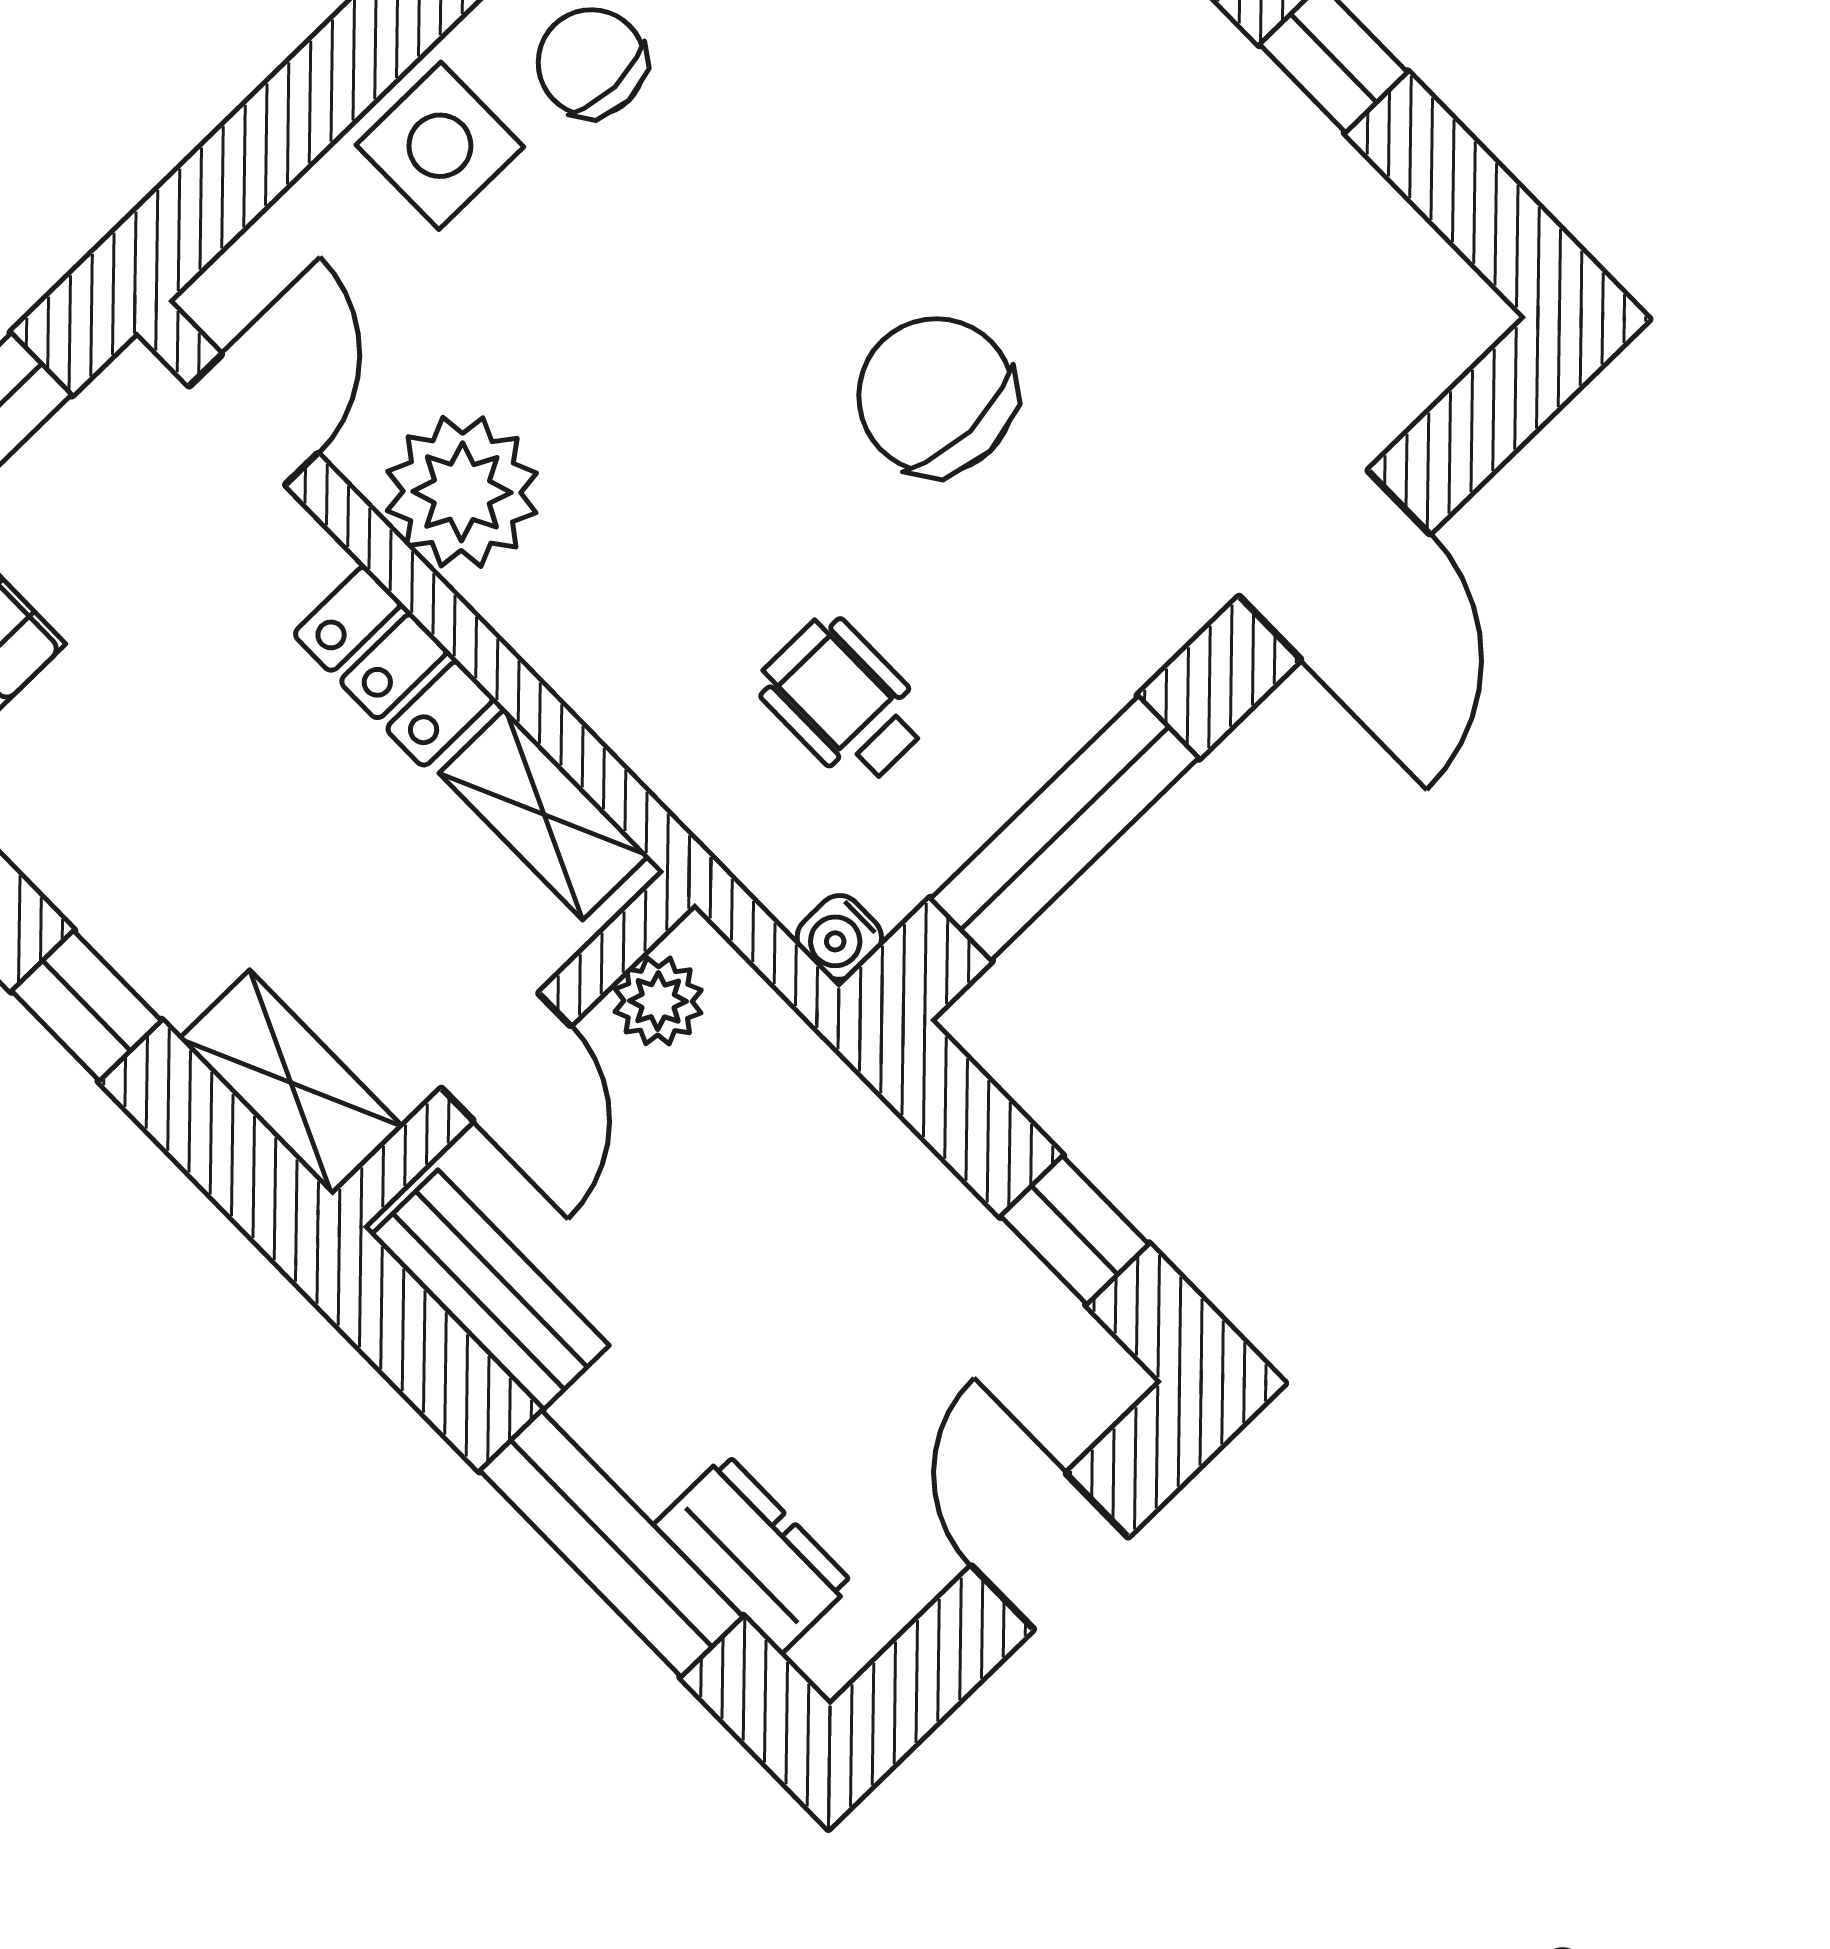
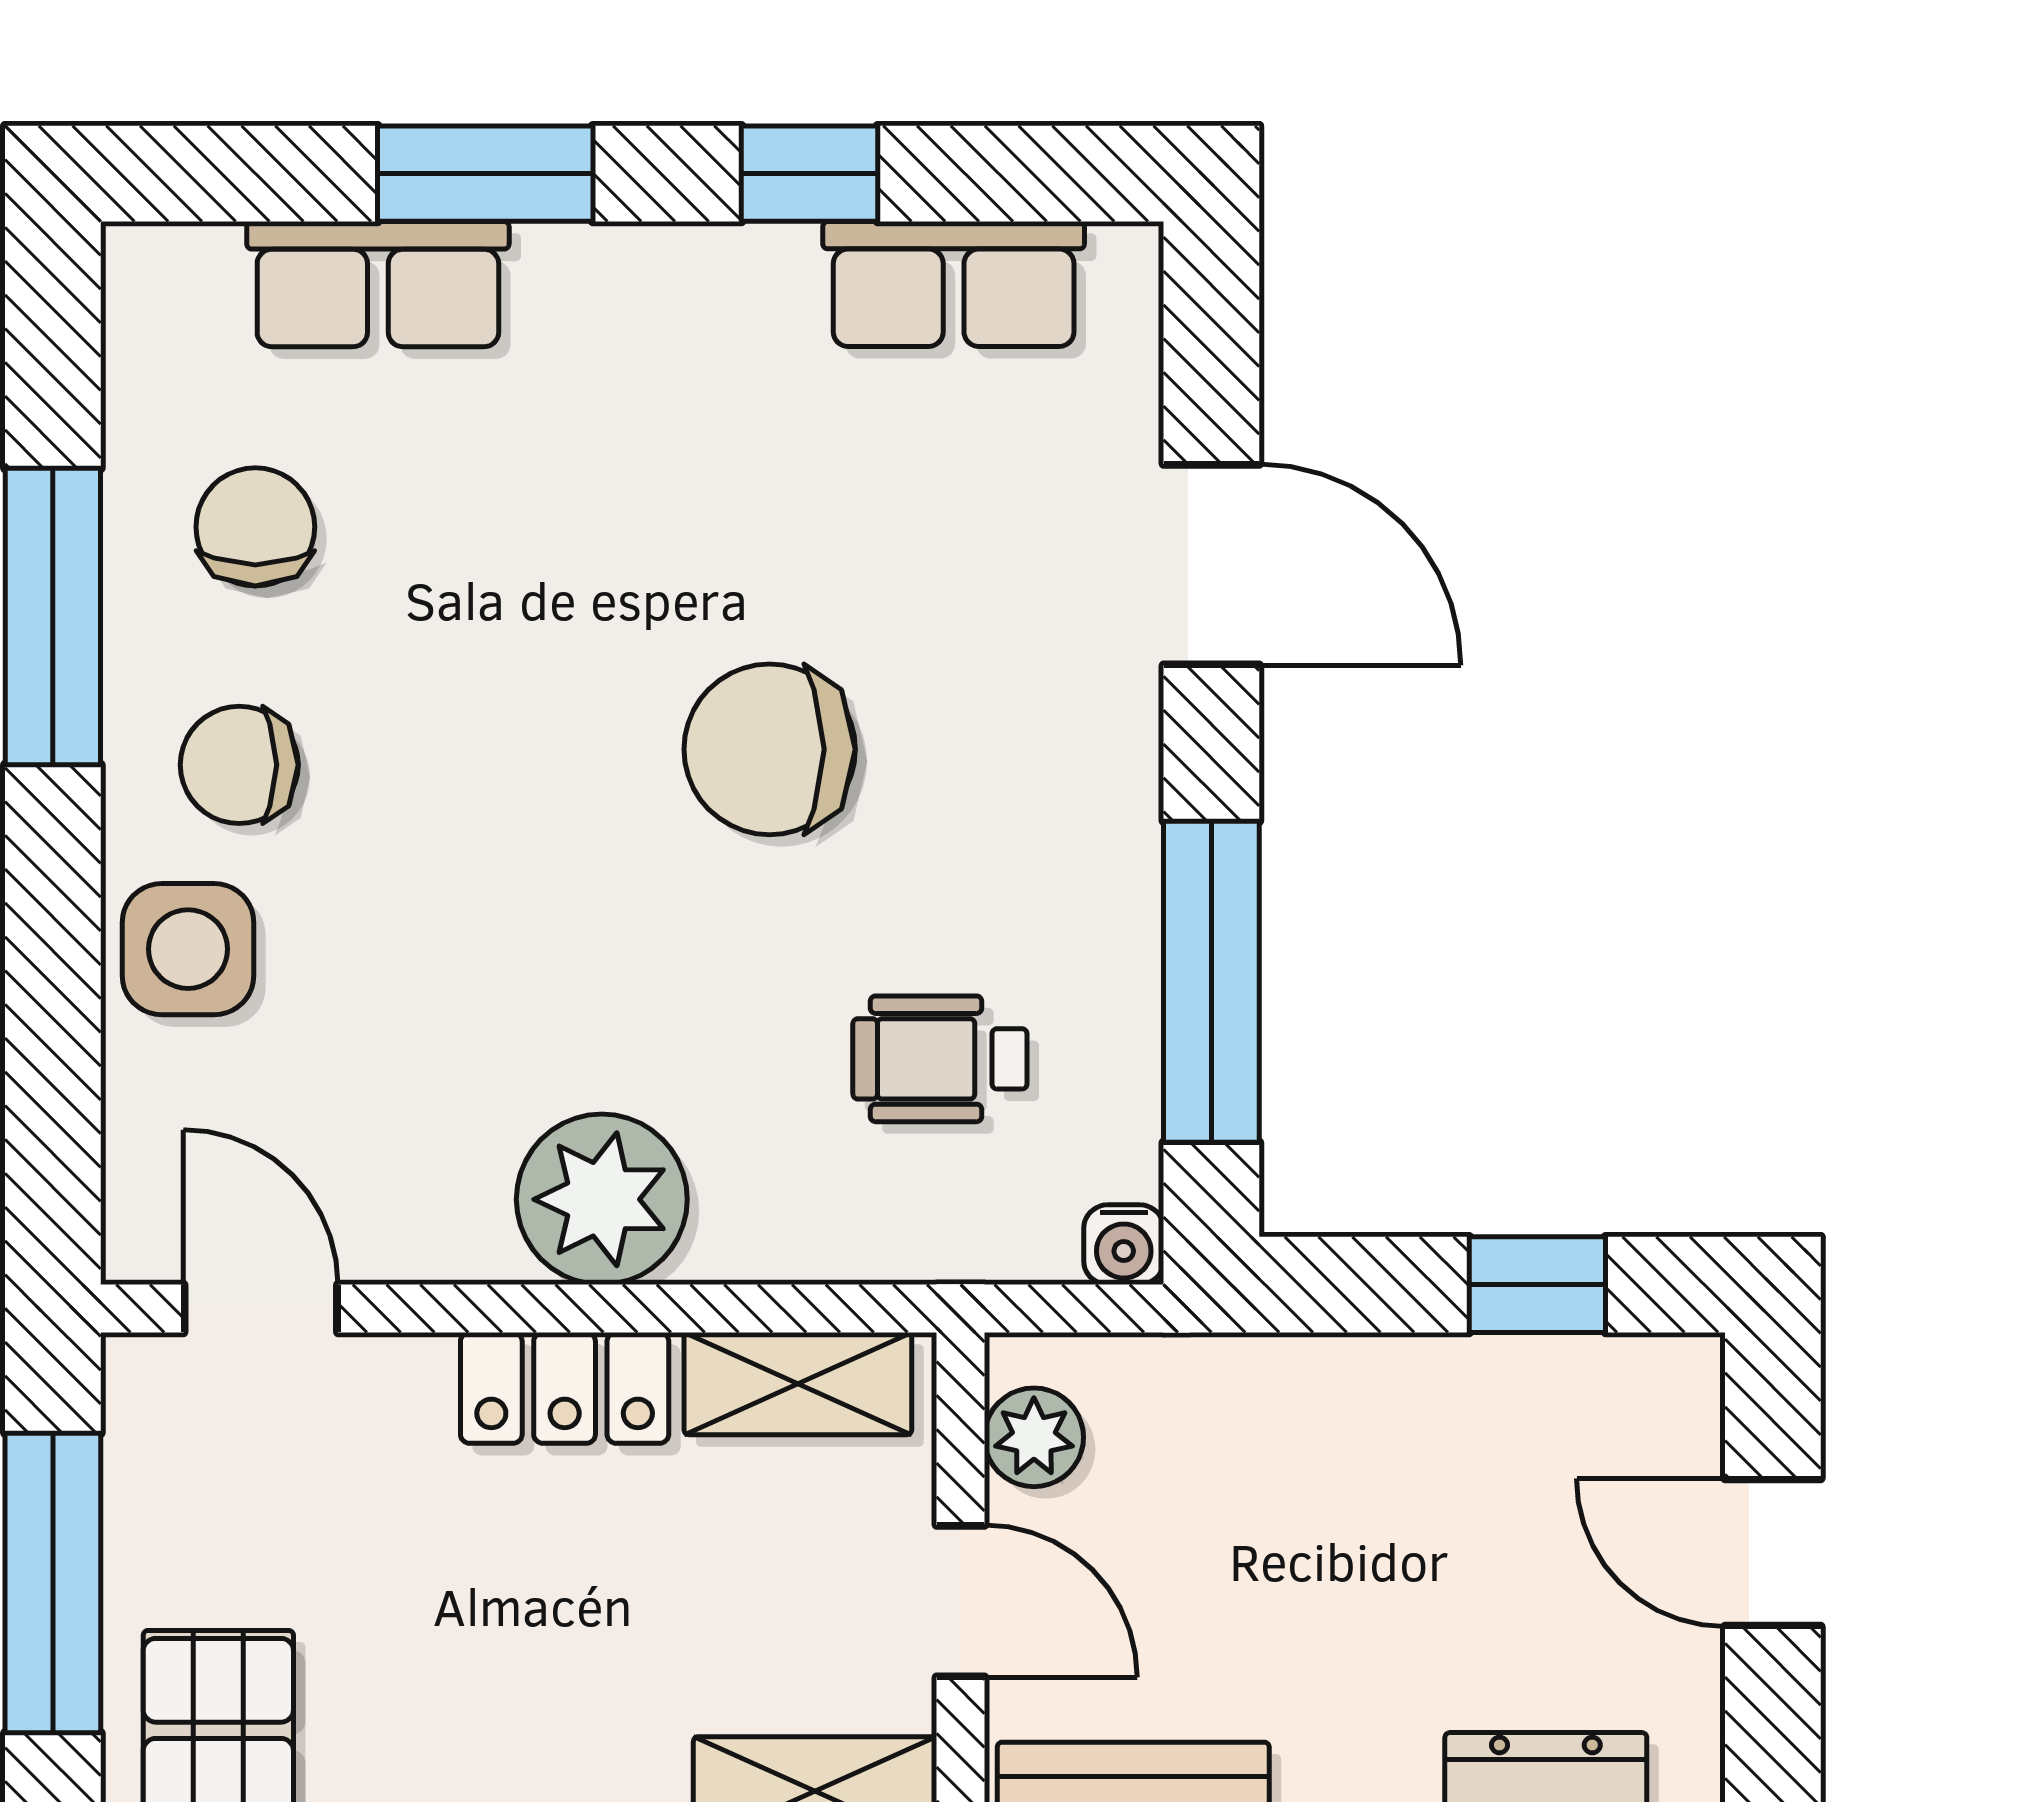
row of seats: (1353, 221) -> (954, 284), added
plant: (462, 492) -> (602, 1199), moved

